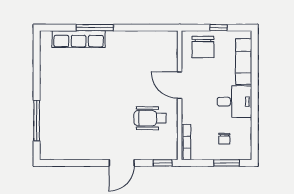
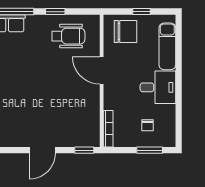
window: (134, 28) -> (55, 12), added
chair: (203, 47) -> (126, 31), turned -90
wheelchair: (150, 118) -> (68, 36), moved, turned 180

